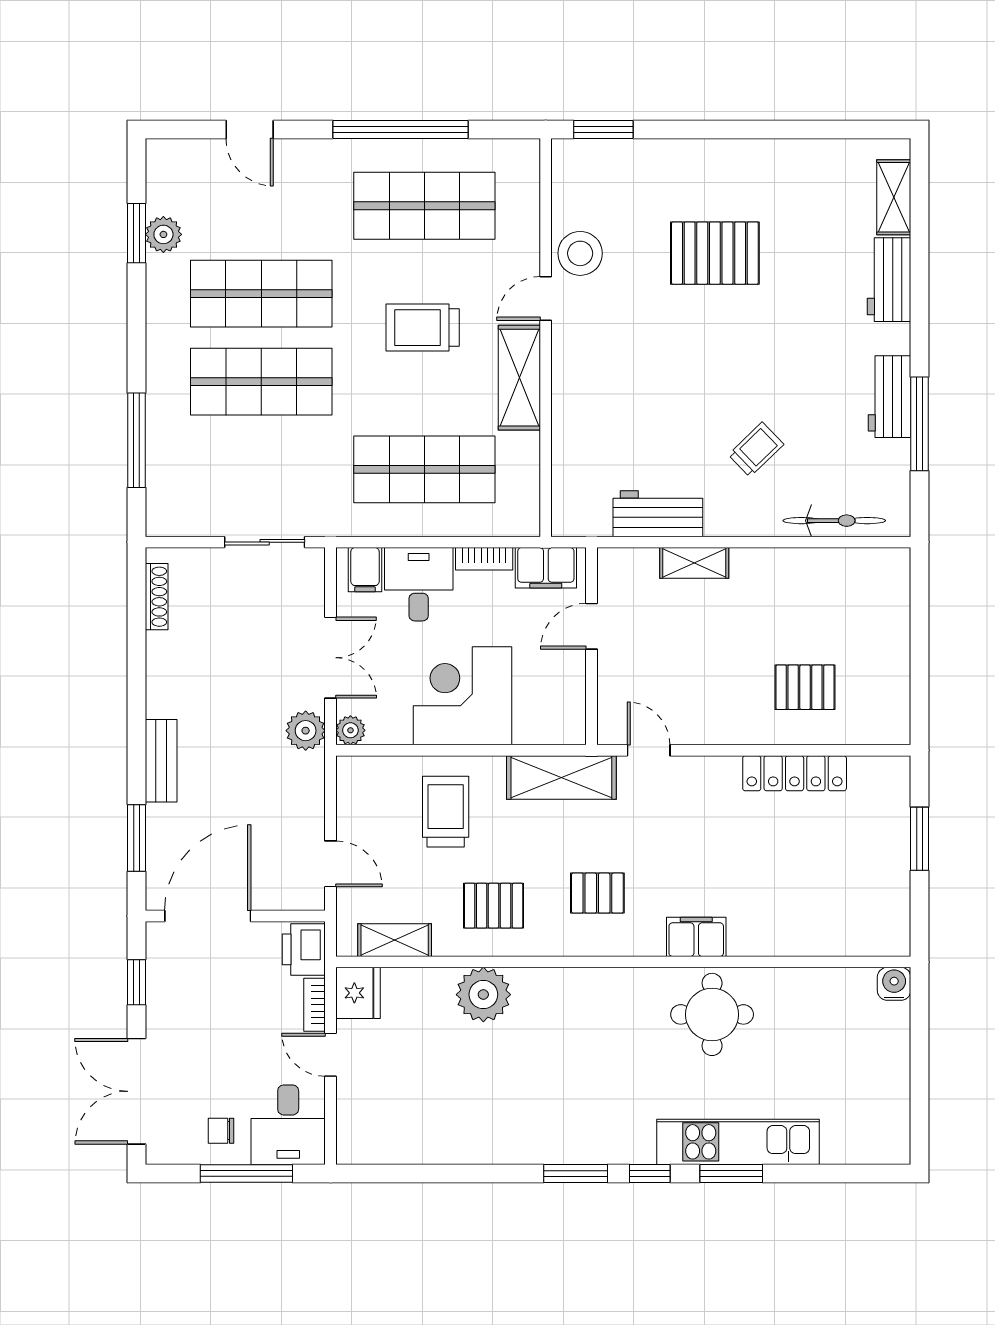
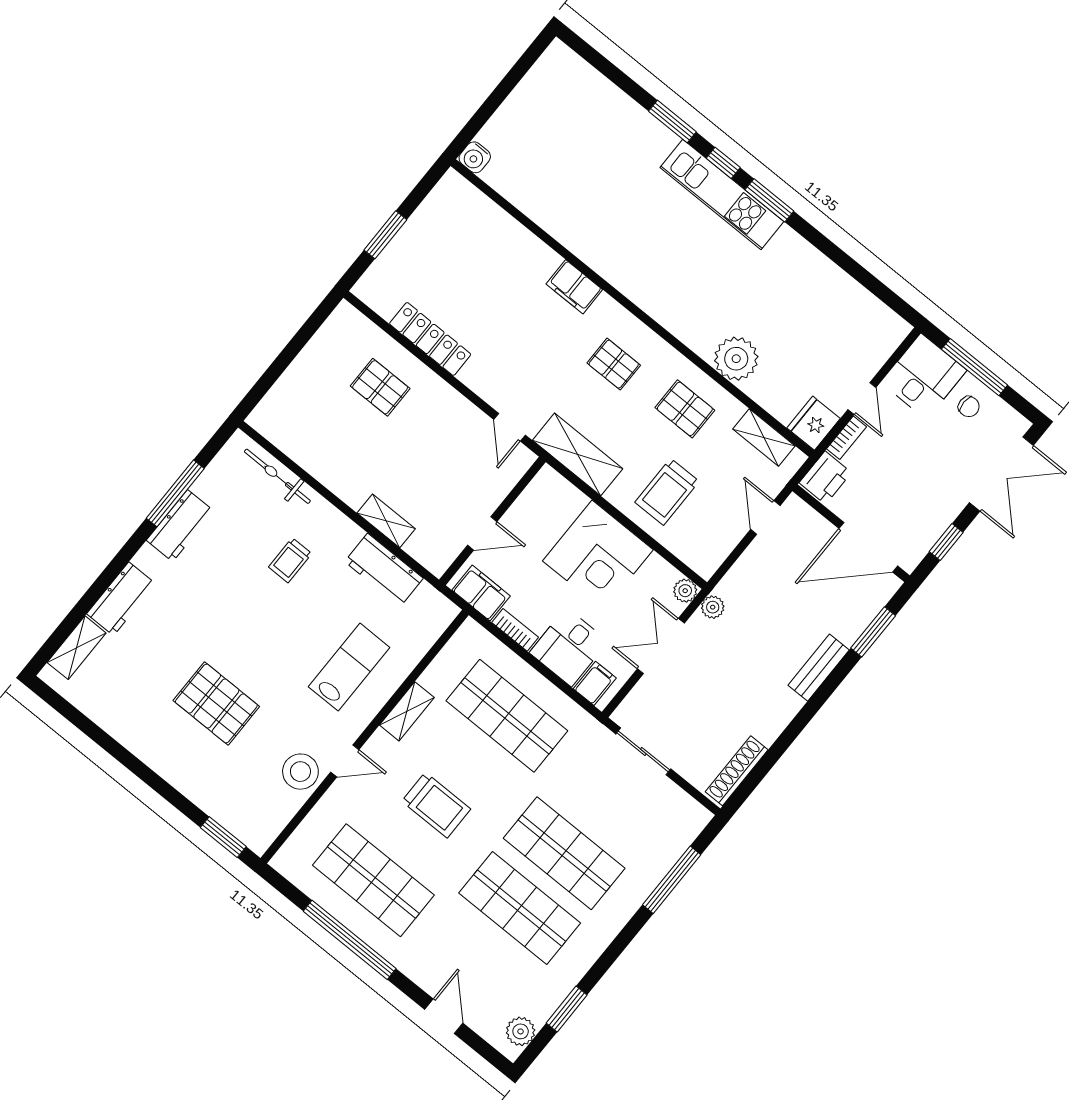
plant: (163, 234) -> (521, 1031), moved
shelving: (519, 378) -> (407, 711), width x0.67, depth x0.75
lab bench: (615, 393) -> (349, 667), added
trolley: (756, 449) -> (290, 560), turned -46
shoe rack: (157, 597) -> (737, 771), width x1.36, depth x1.24
plant: (306, 731) -> (713, 607), width x0.73, depth x0.73
round table: (712, 1014) -> (604, 230), removed
kitchen unit: (738, 1142) -> (722, 195), moved

